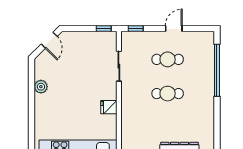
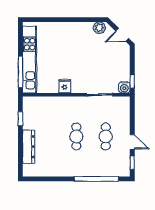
window: (136, 28) -> (132, 163), moved
water cooler: (110, 38) -> (124, 87), added
plant: (41, 87) -> (99, 28), moved

